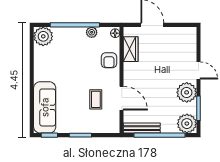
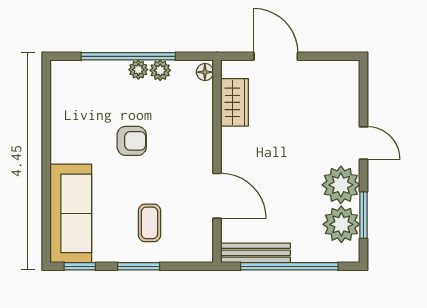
plant: (43, 36) -> (138, 70), moved, width x0.53, depth x0.53
armchair: (109, 60) -> (132, 141), moved, turned -90
coffee table: (96, 99) -> (149, 223), moved
plant: (187, 124) -> (341, 224), moved

